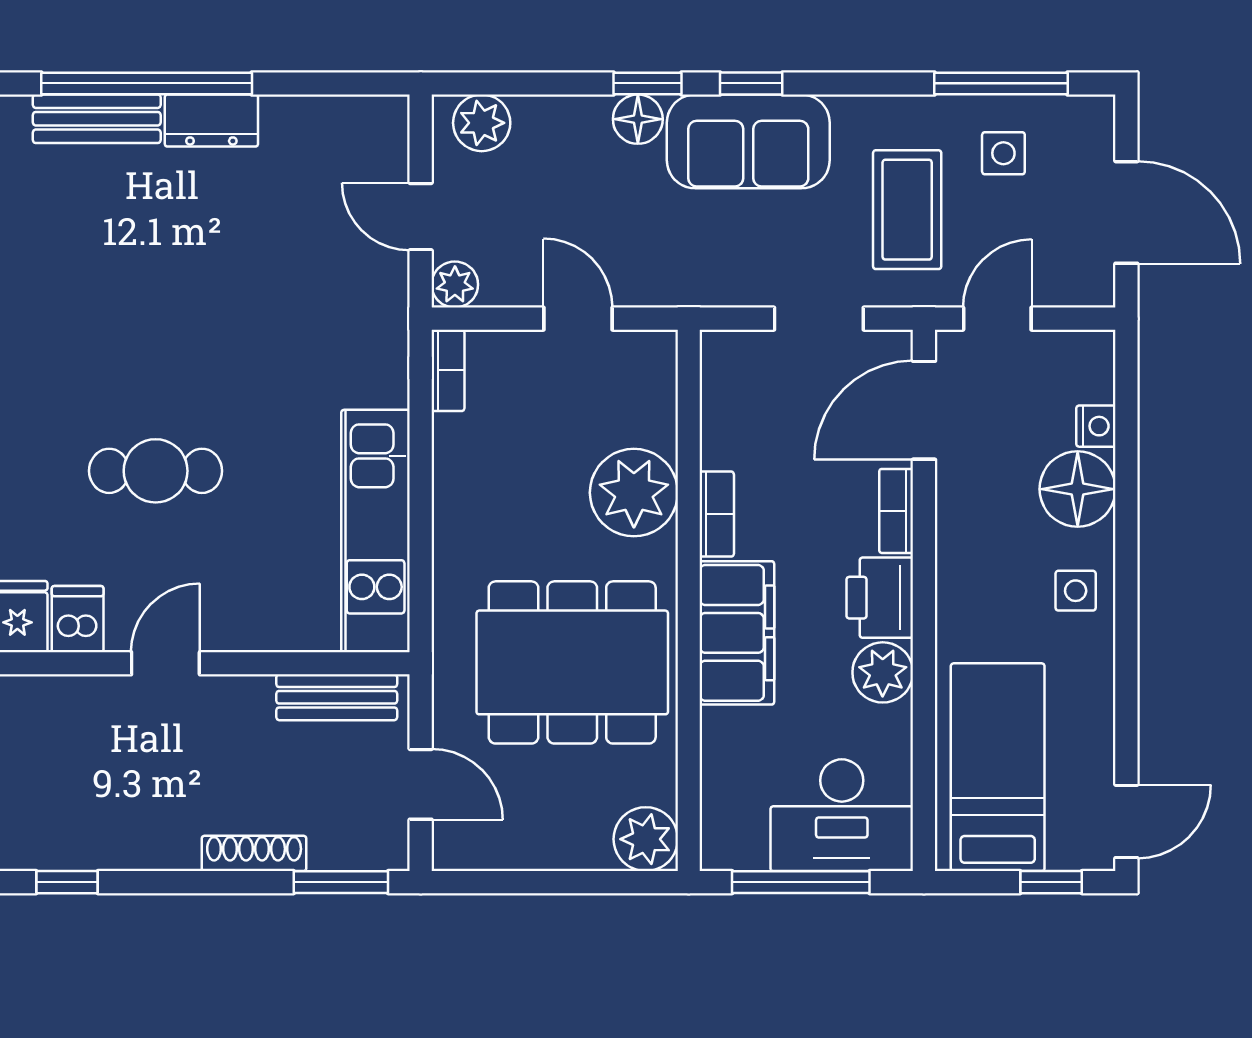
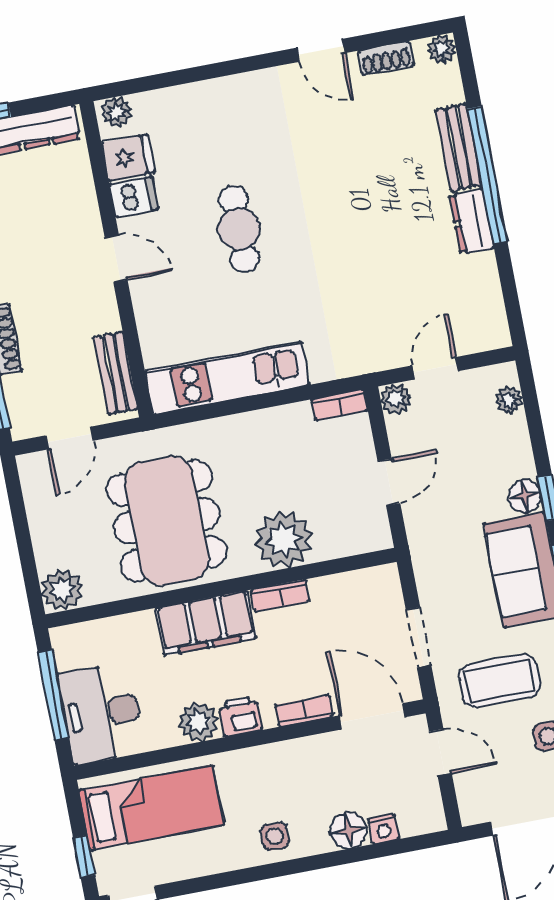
plant: (482, 123) -> (509, 400), width x0.73, depth x0.73
floor lamp: (1078, 489) -> (348, 830), width x0.73, depth x0.73
printer: (880, 598) -> (240, 716), width x0.73, depth x0.81

